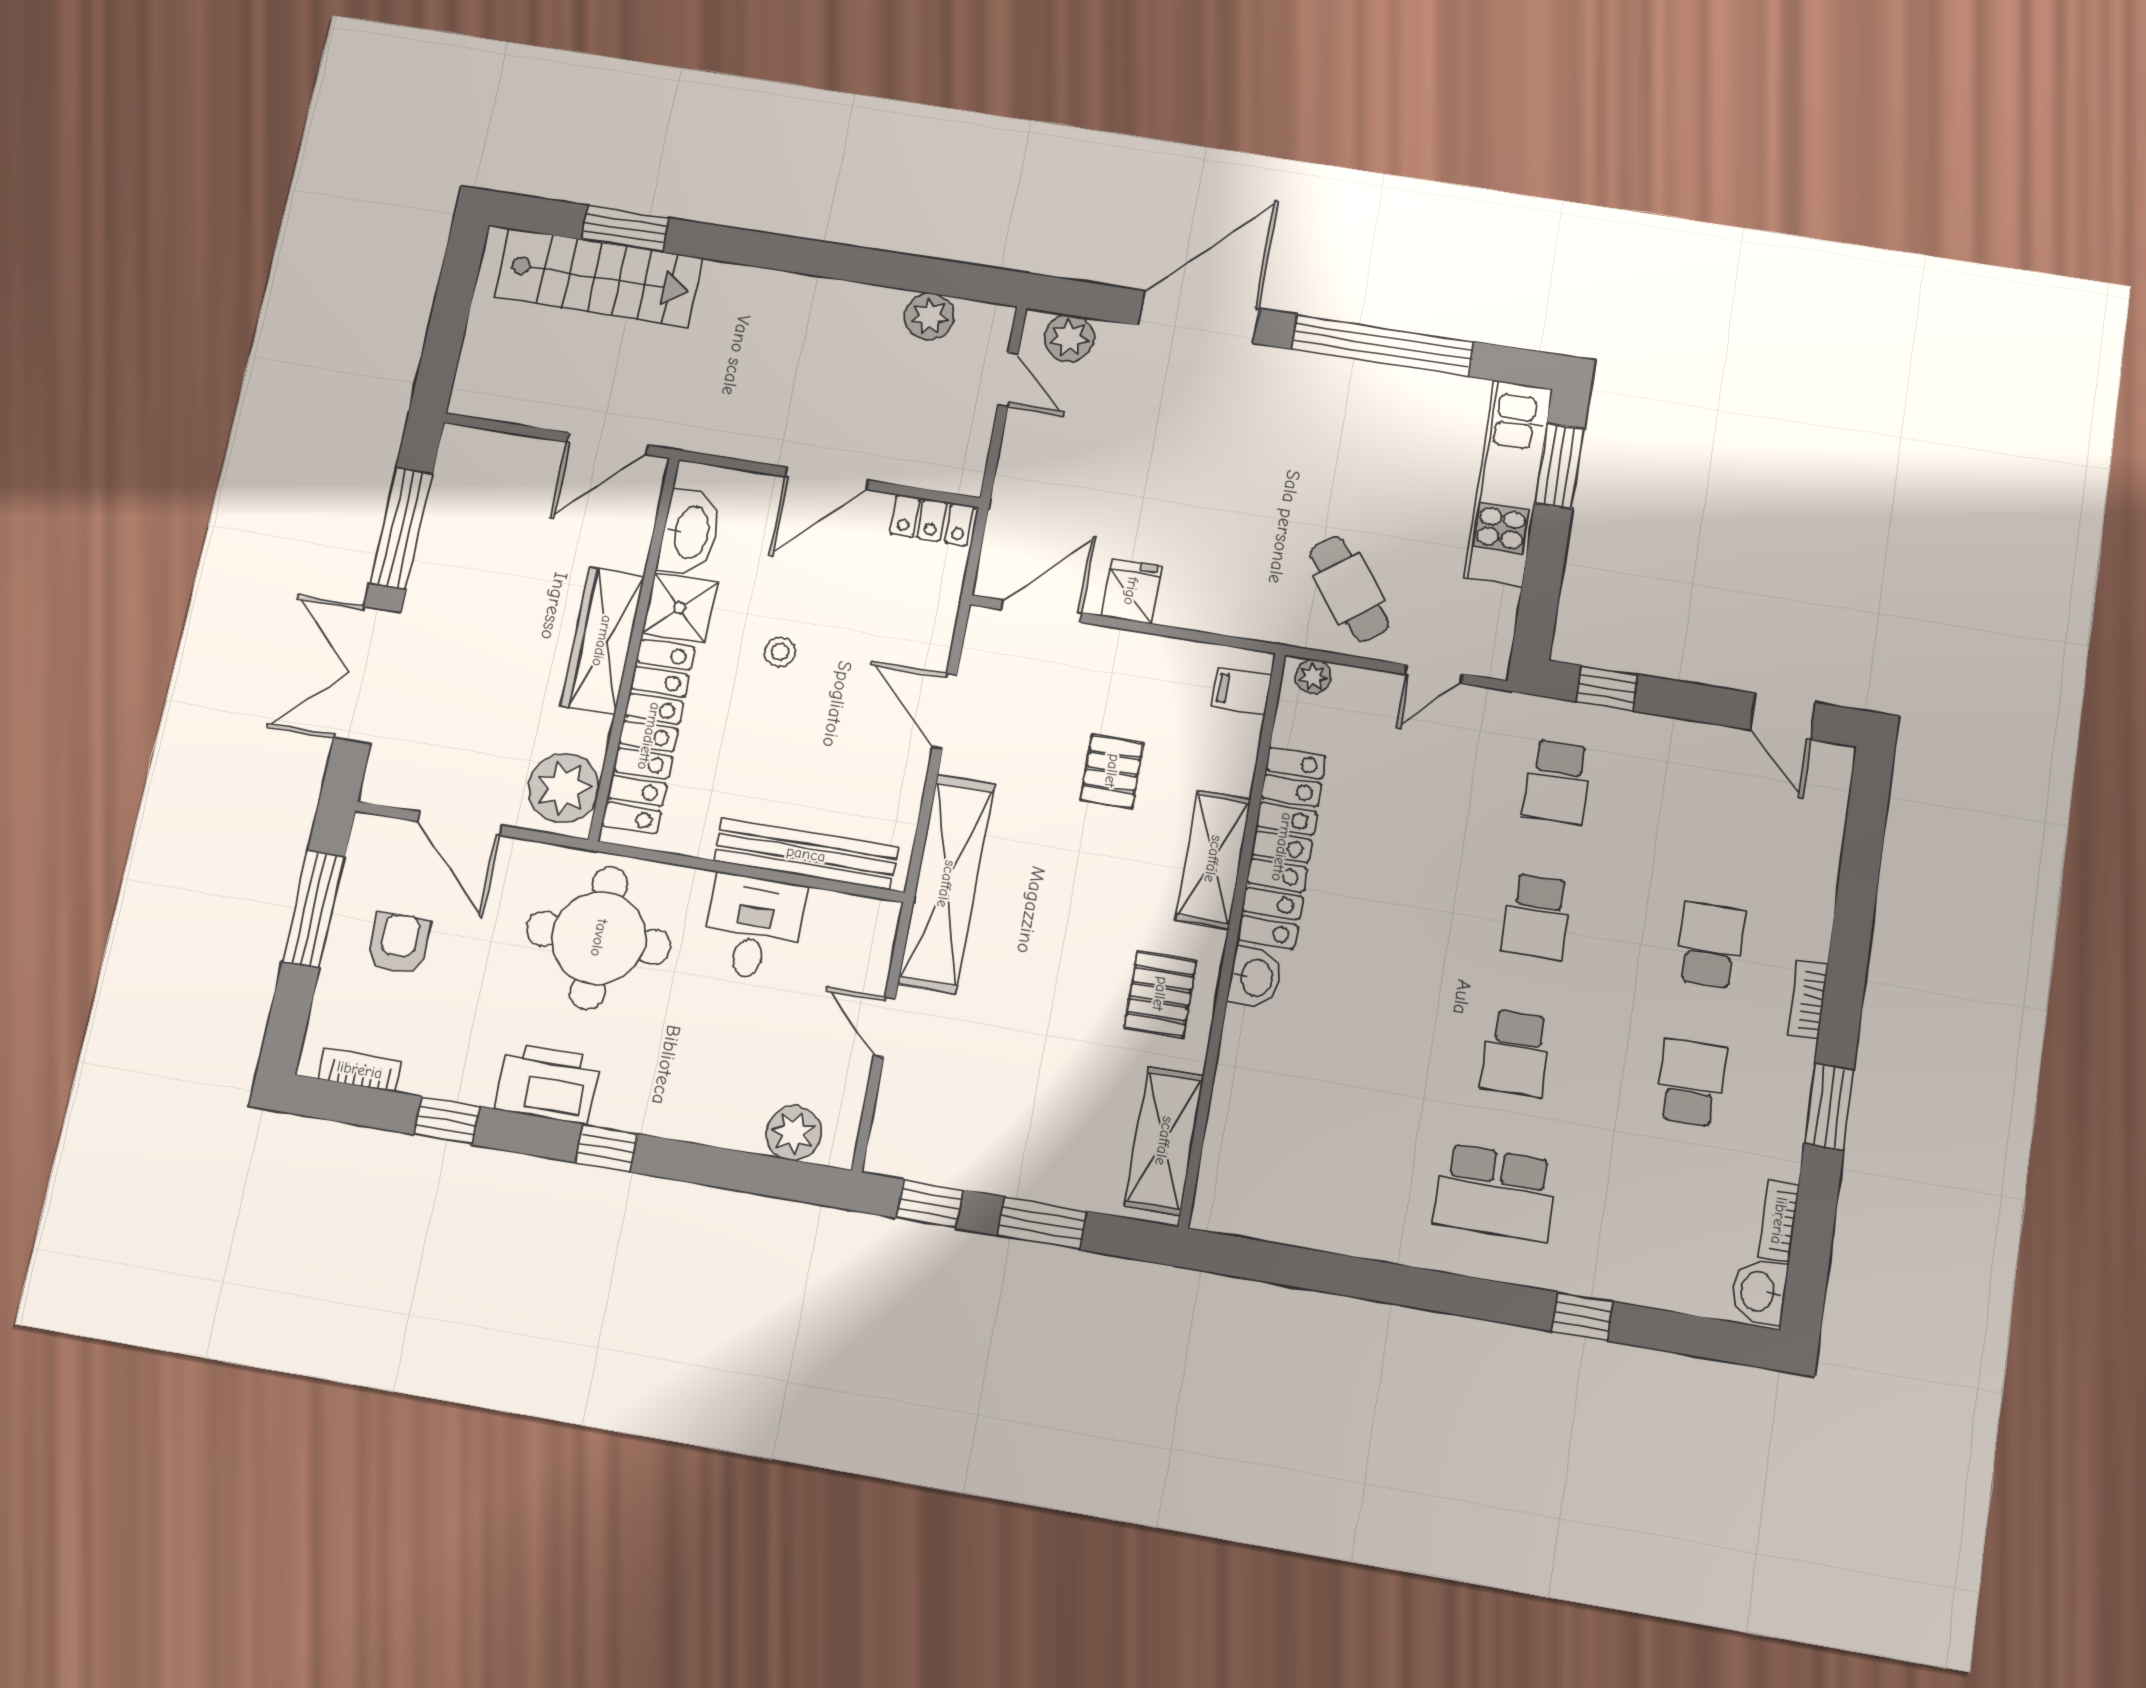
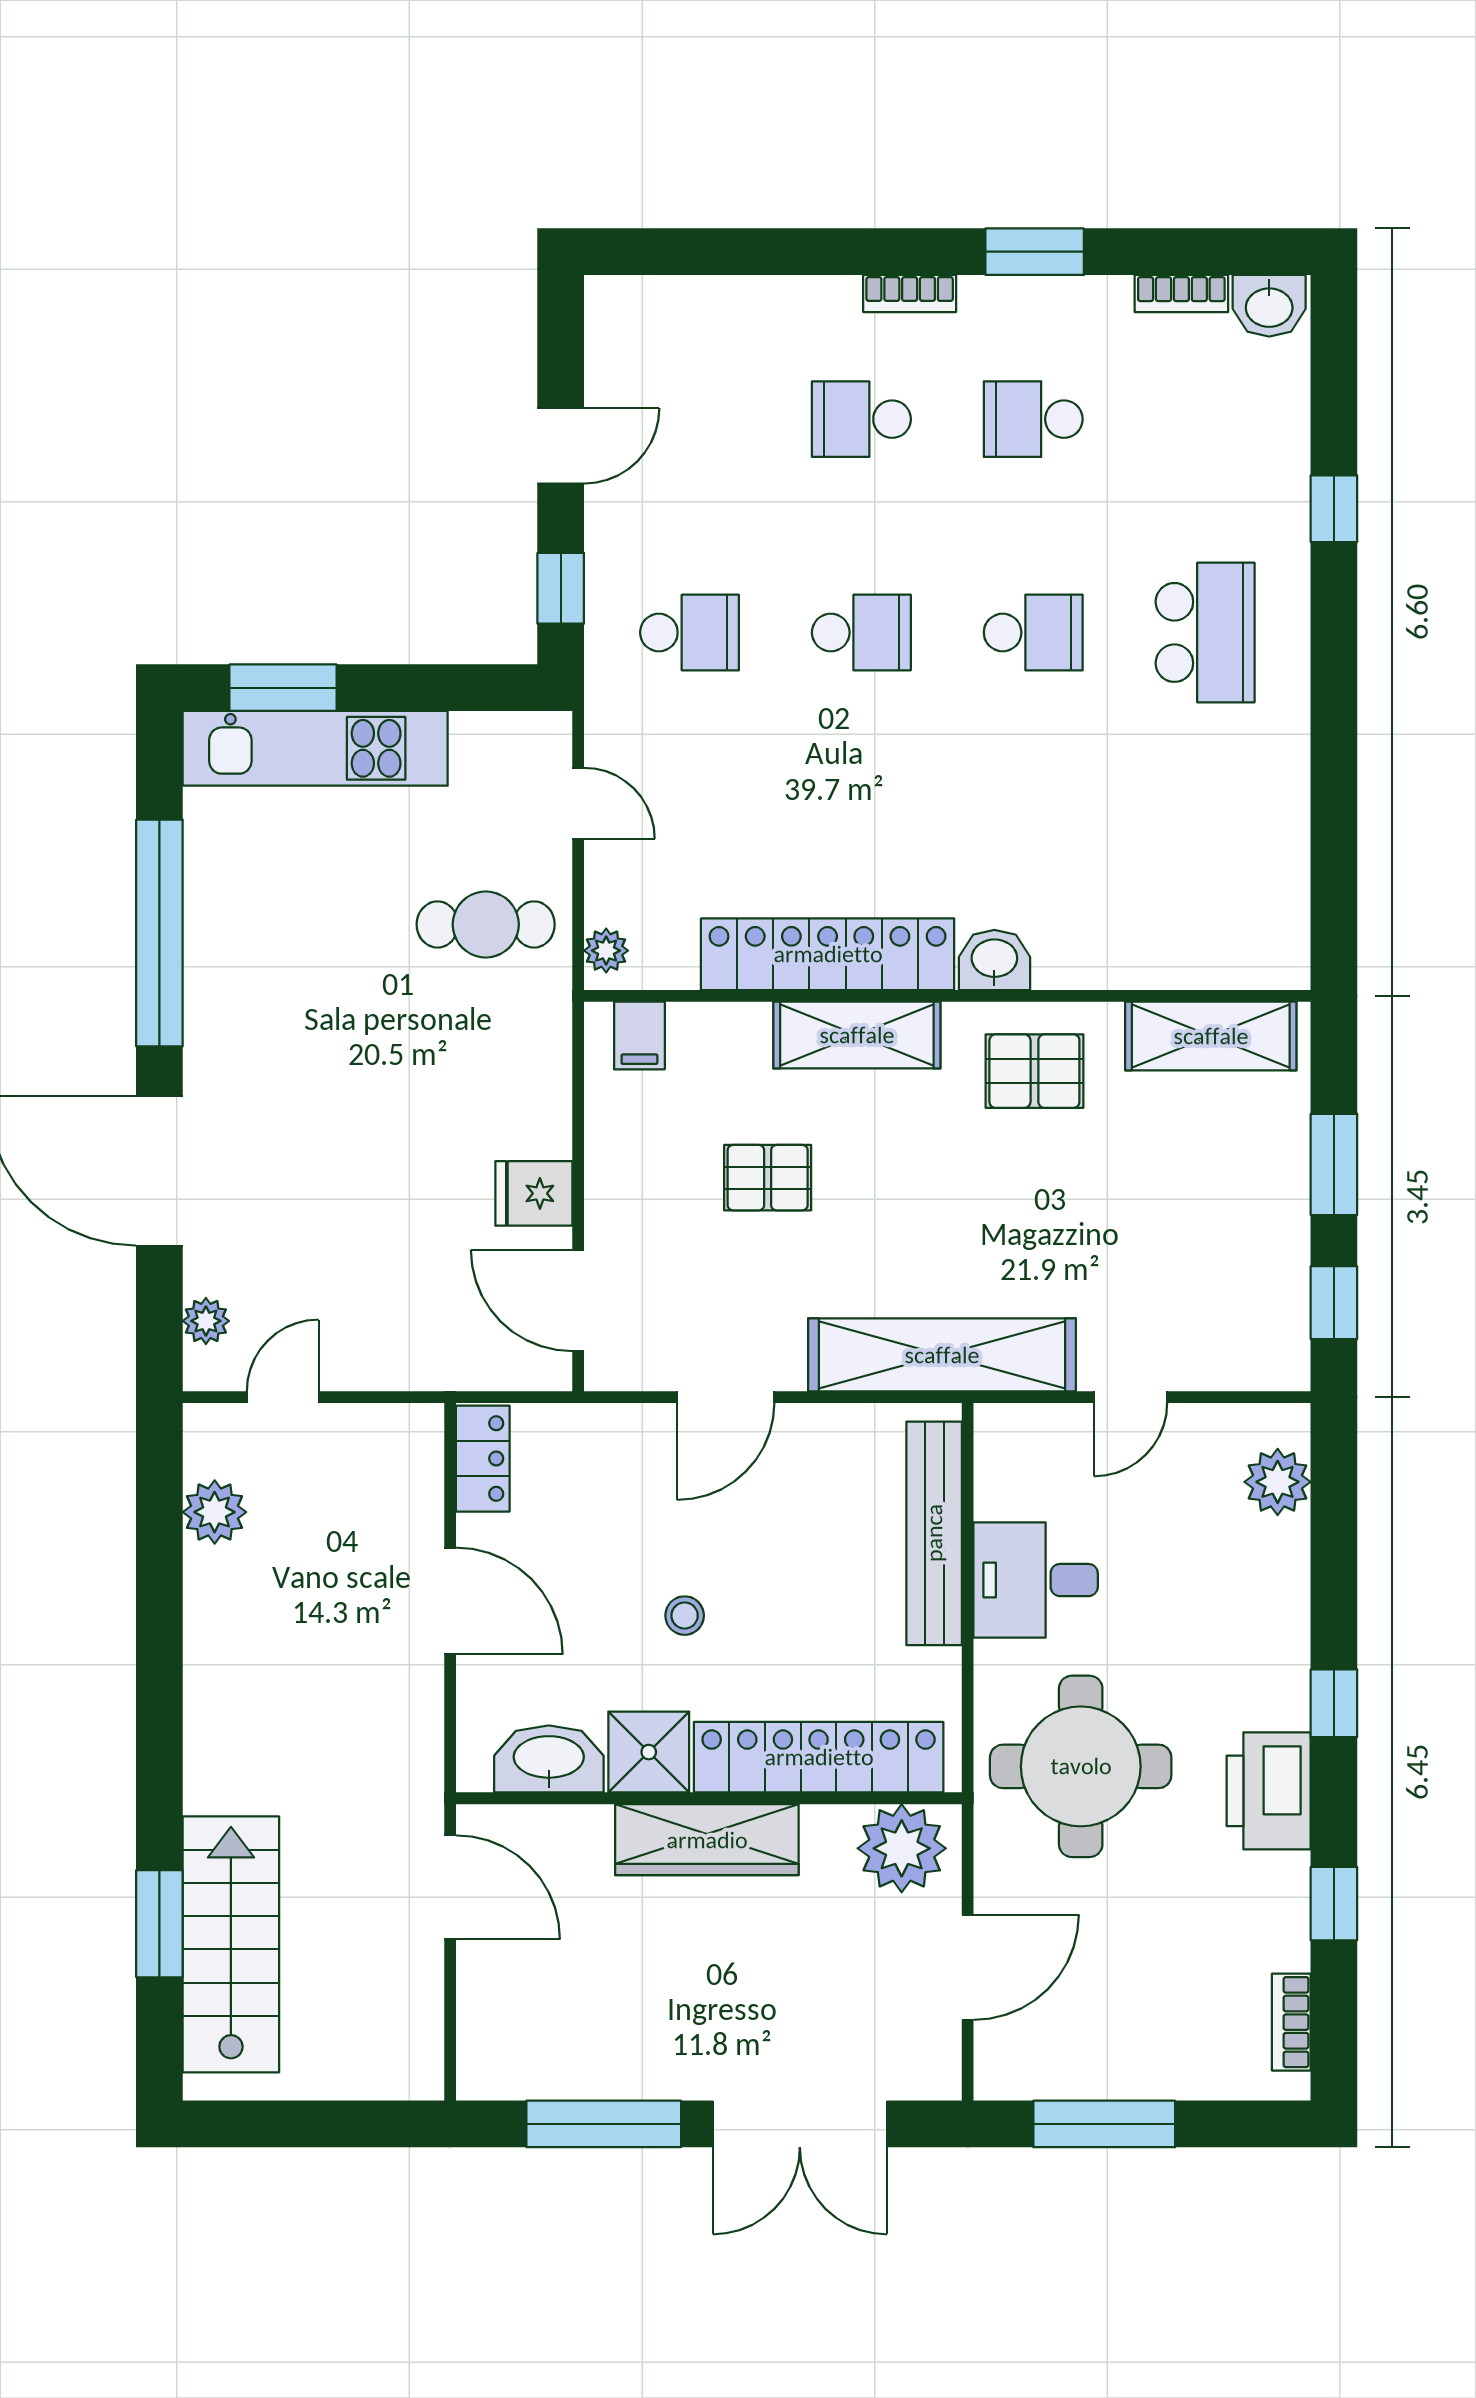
plant: (1069, 338) -> (206, 1321), width x0.73, depth x0.73
cafe table: (1349, 589) -> (486, 924), turned 37
door: (1783, 716) -> (561, 446), moved
armchair: (399, 943) -> (1129, 2010), removed

